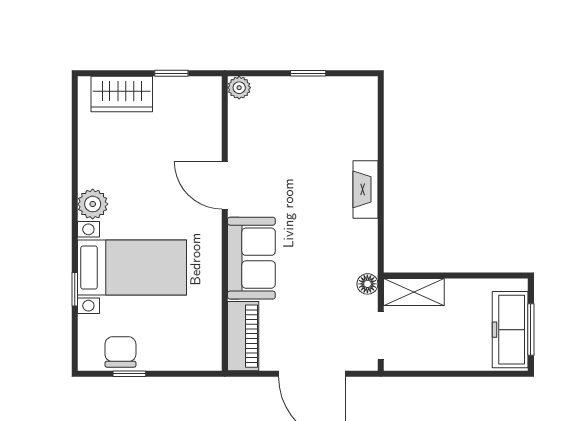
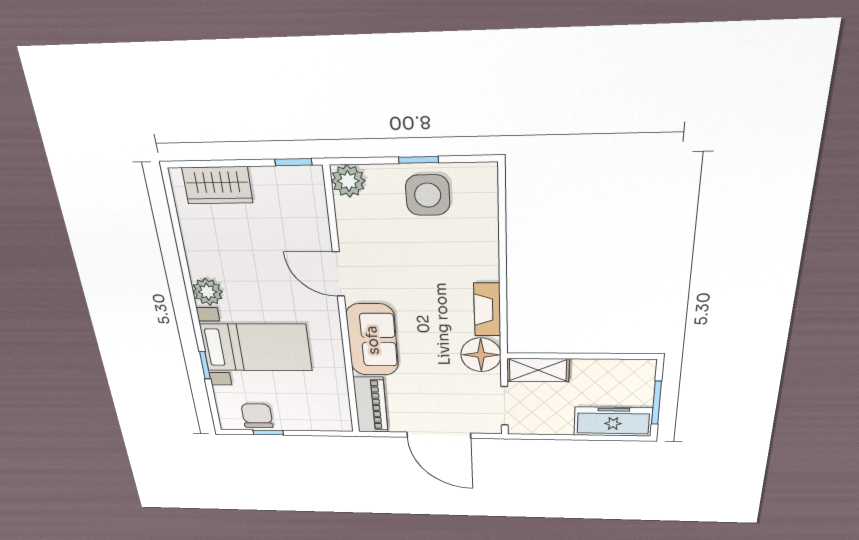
window: (171, 73) -> (293, 162), moved
plant: (239, 88) -> (348, 181), width x1.38, depth x1.38
side table: (314, 107) -> (428, 195), added
fireplace: (366, 189) -> (487, 310), moved
floor lamp: (367, 284) -> (481, 355), width x1.89, depth x1.89
freezer: (510, 330) -> (613, 422), moved, turned 90

